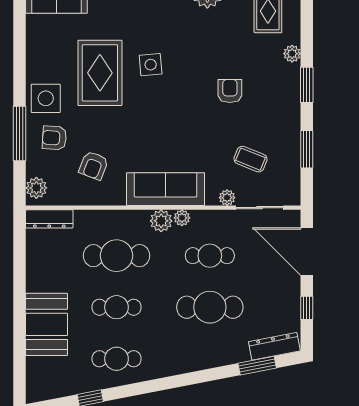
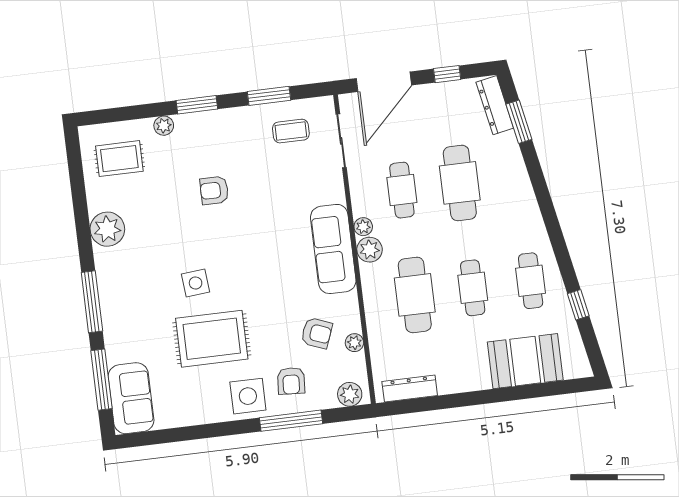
coffee table: (251, 159) -> (291, 131), moved, turned 68
plant: (227, 198) -> (354, 343), moved
dresser: (49, 219) -> (410, 389), moved, turned -90
booth: (47, 324) -> (525, 361), moved

